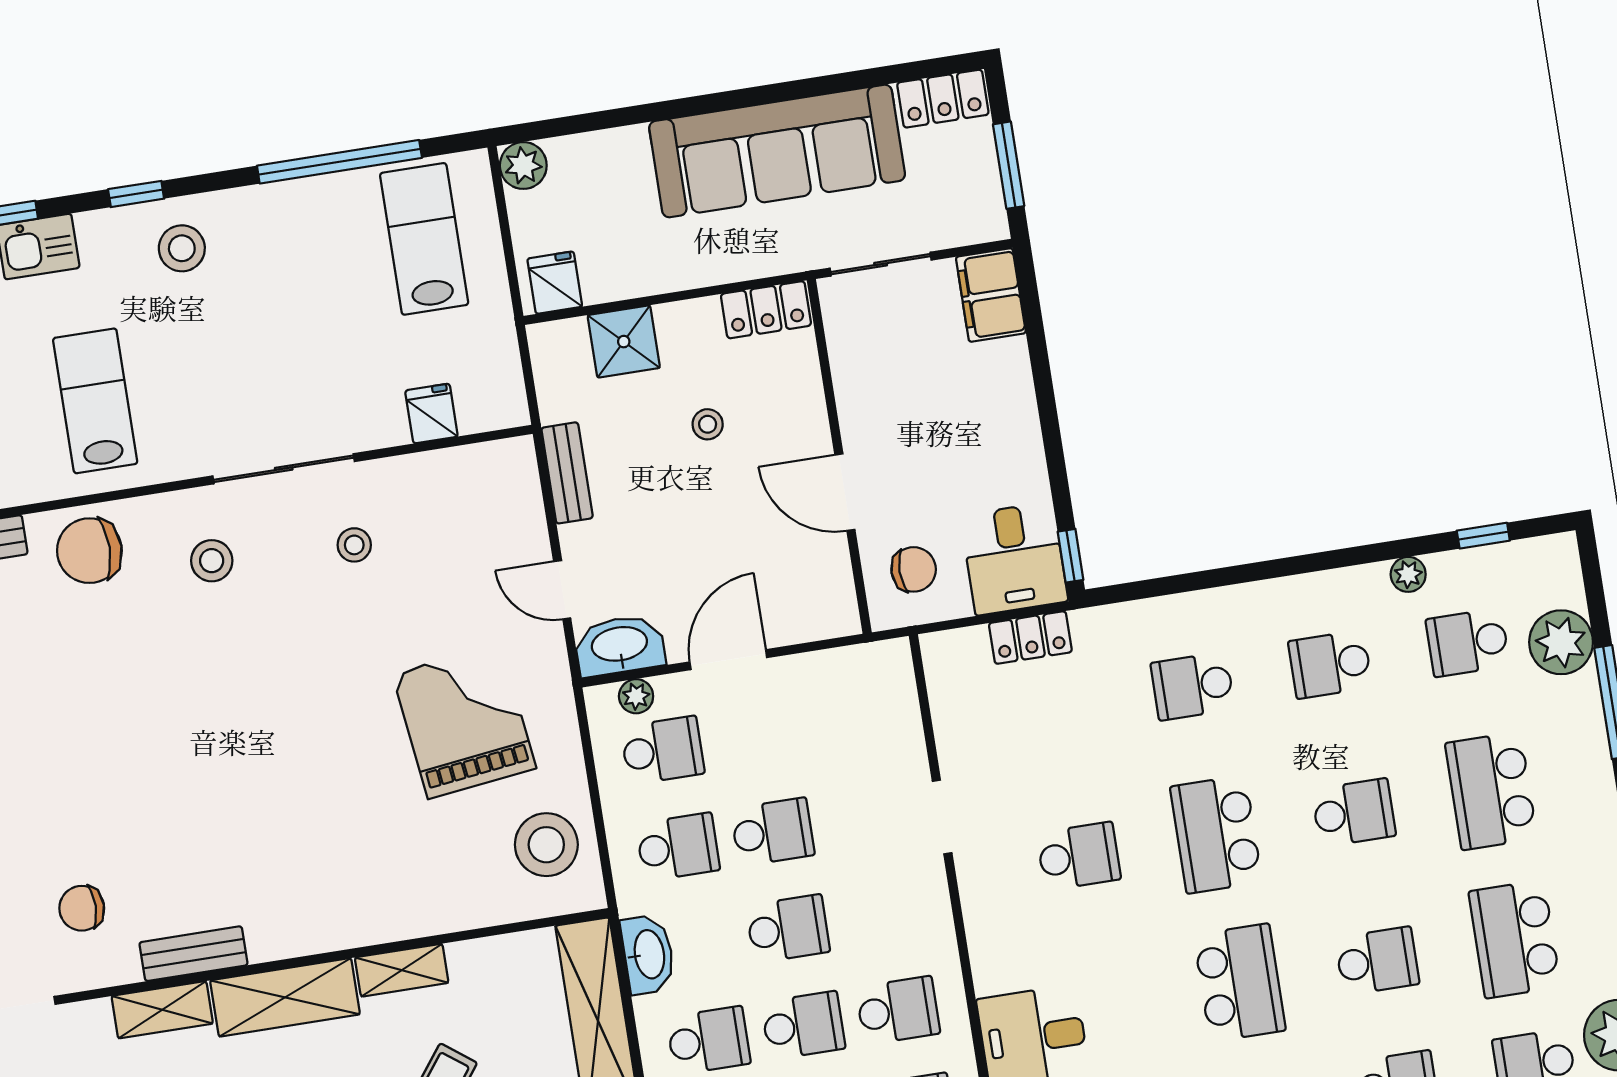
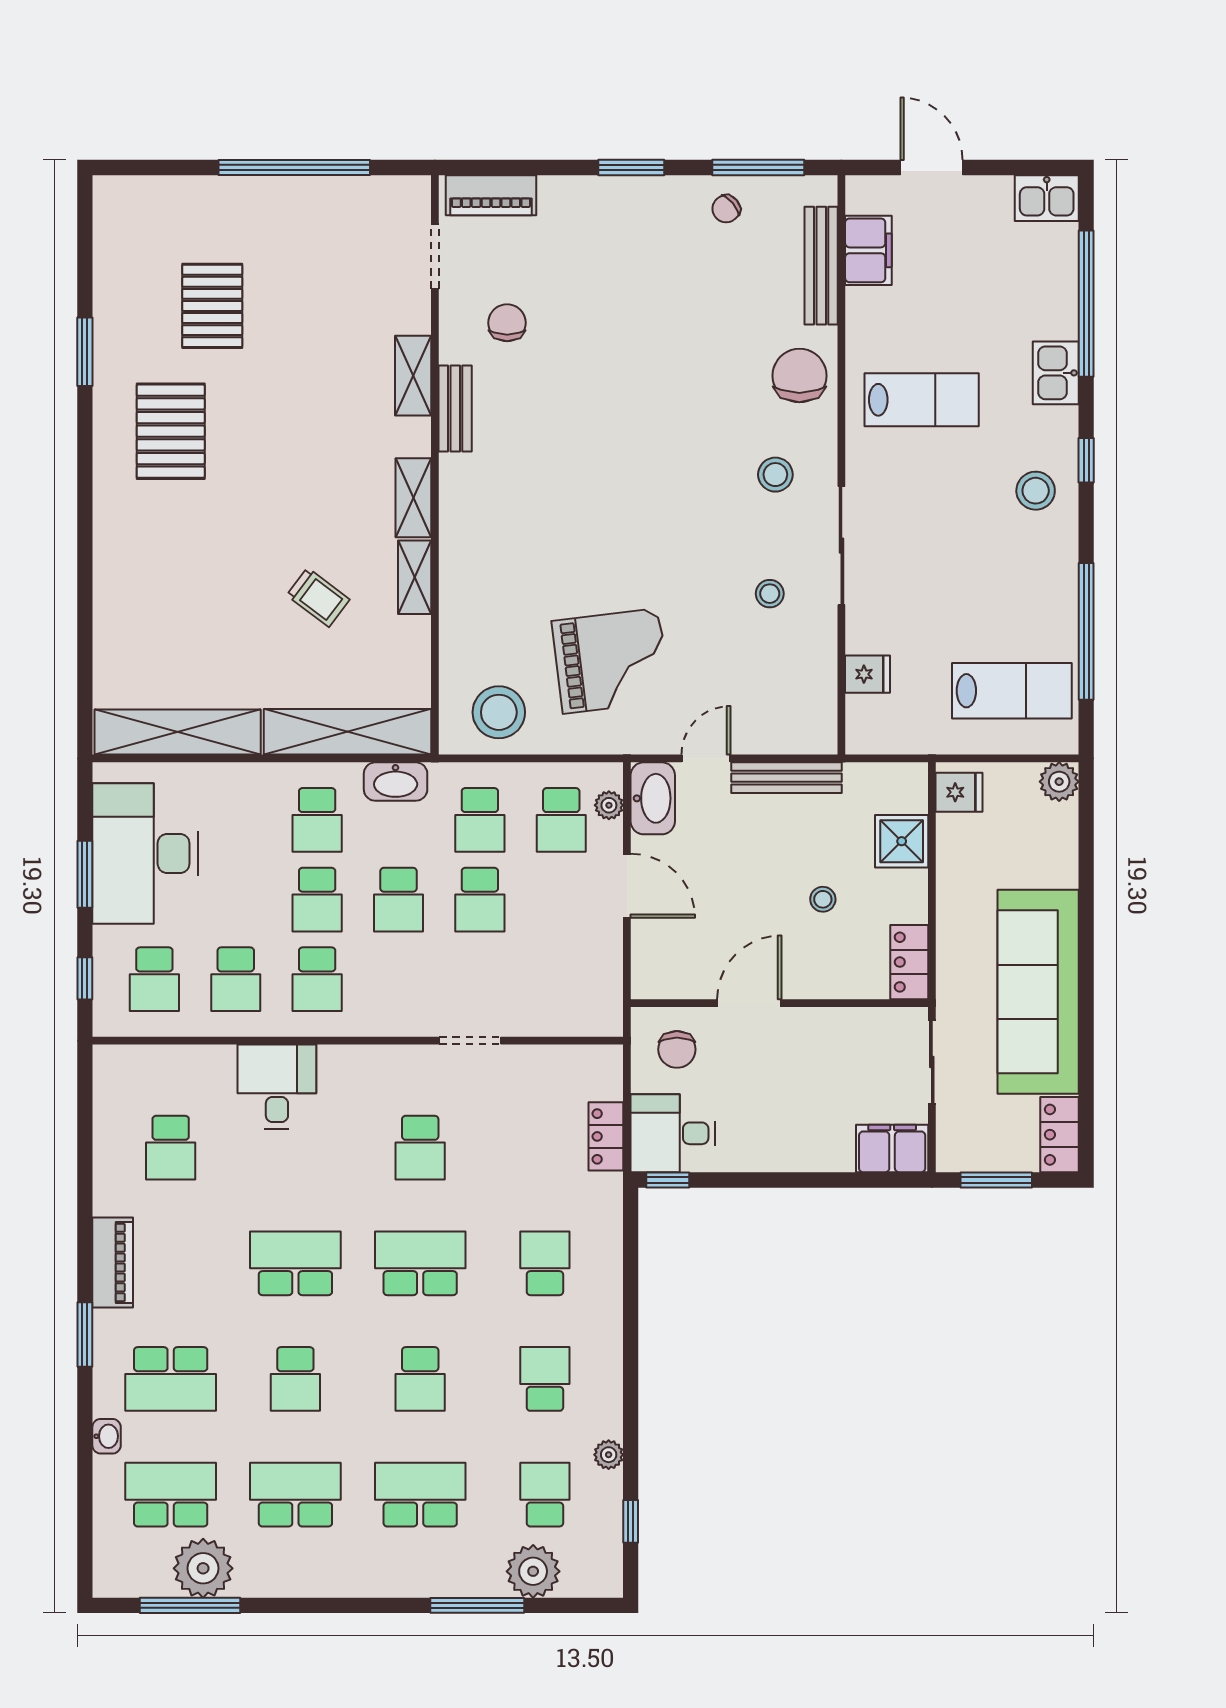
bench: (567, 473) -> (786, 778), width x1.36
school desk: (1240, 983) -> (295, 1263), turned 180
shelving: (285, 997) -> (413, 498), width x0.67, depth x0.75

